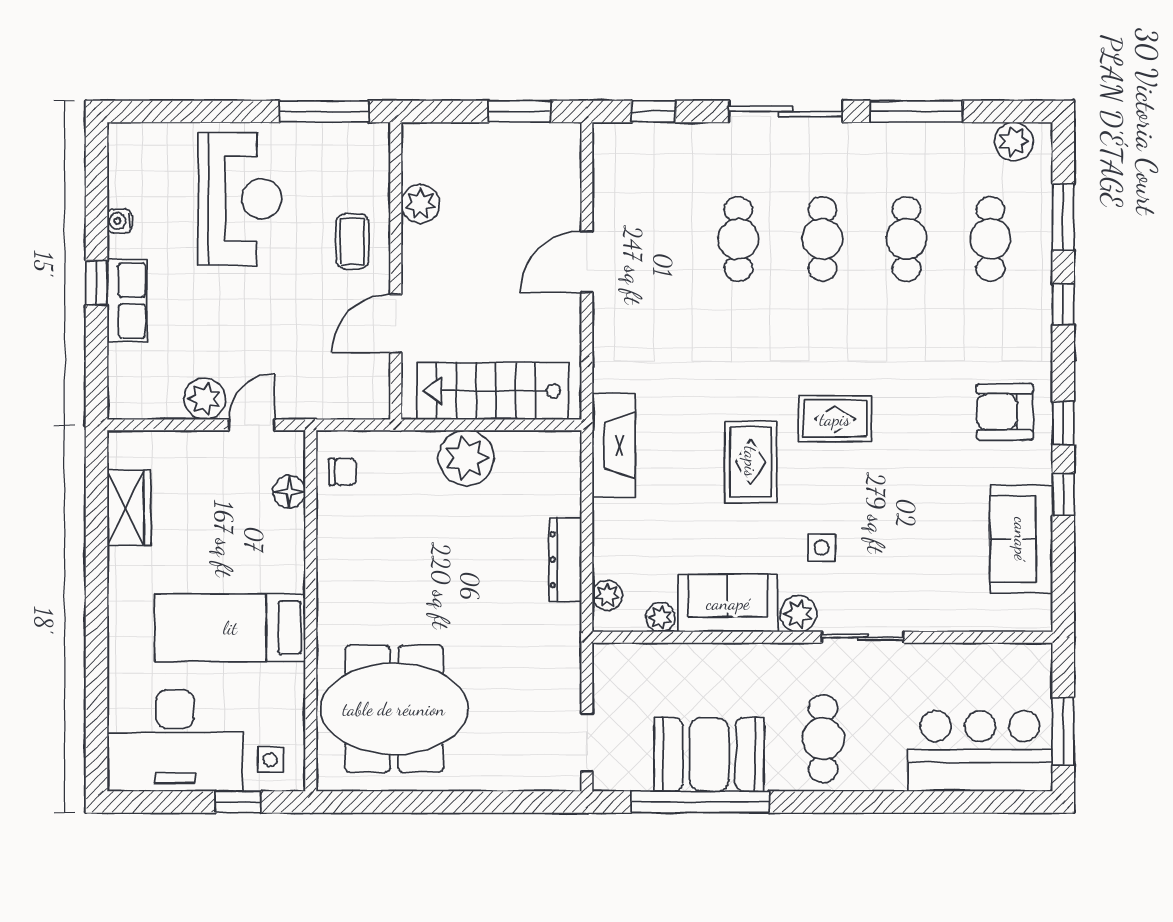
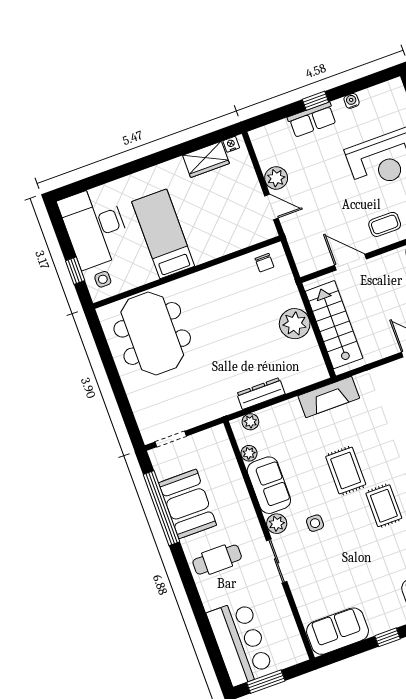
nightstand: (119, 455) -> (231, 144), added
rug: (751, 462) -> (346, 471), turned 90
floor lamp: (289, 492) -> (244, 239), removed
sofa: (1021, 539) -> (337, 631), moved

